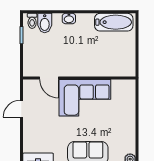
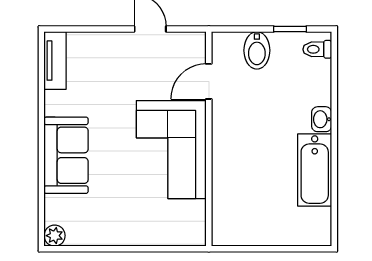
bathtub: (114, 22) -> (315, 170), moved
bidet: (45, 23) -> (257, 50), moved, turned -90

